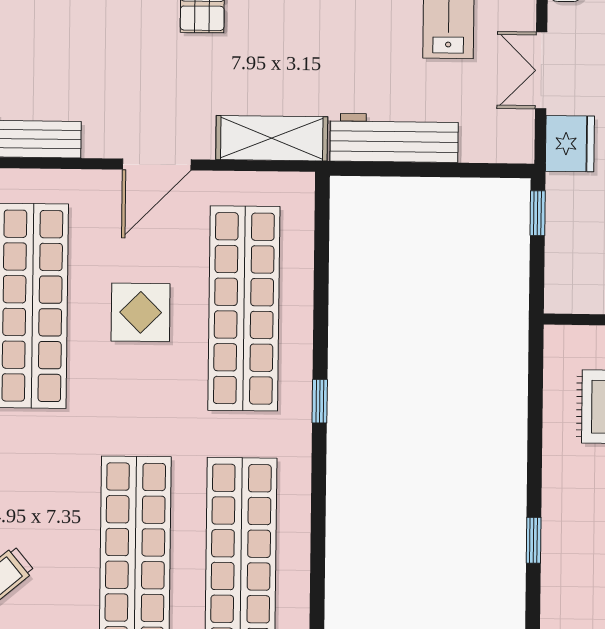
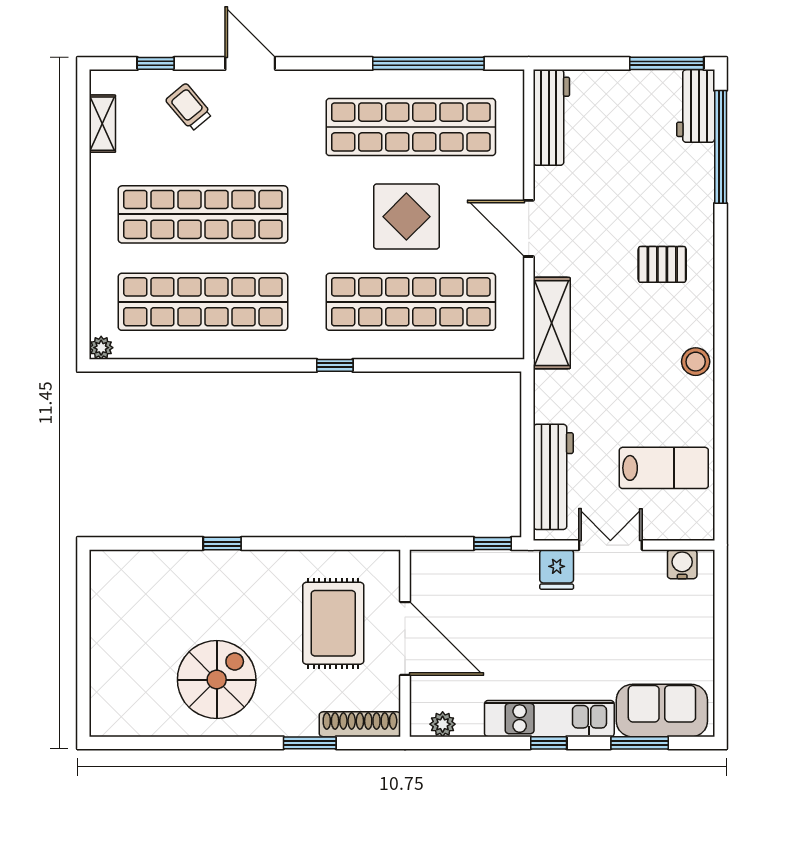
workbench: (394, 138) -> (553, 477), moved
fridge: (570, 144) -> (557, 570), width x0.72
display table: (141, 312) -> (406, 217), width x1.36, depth x1.36

